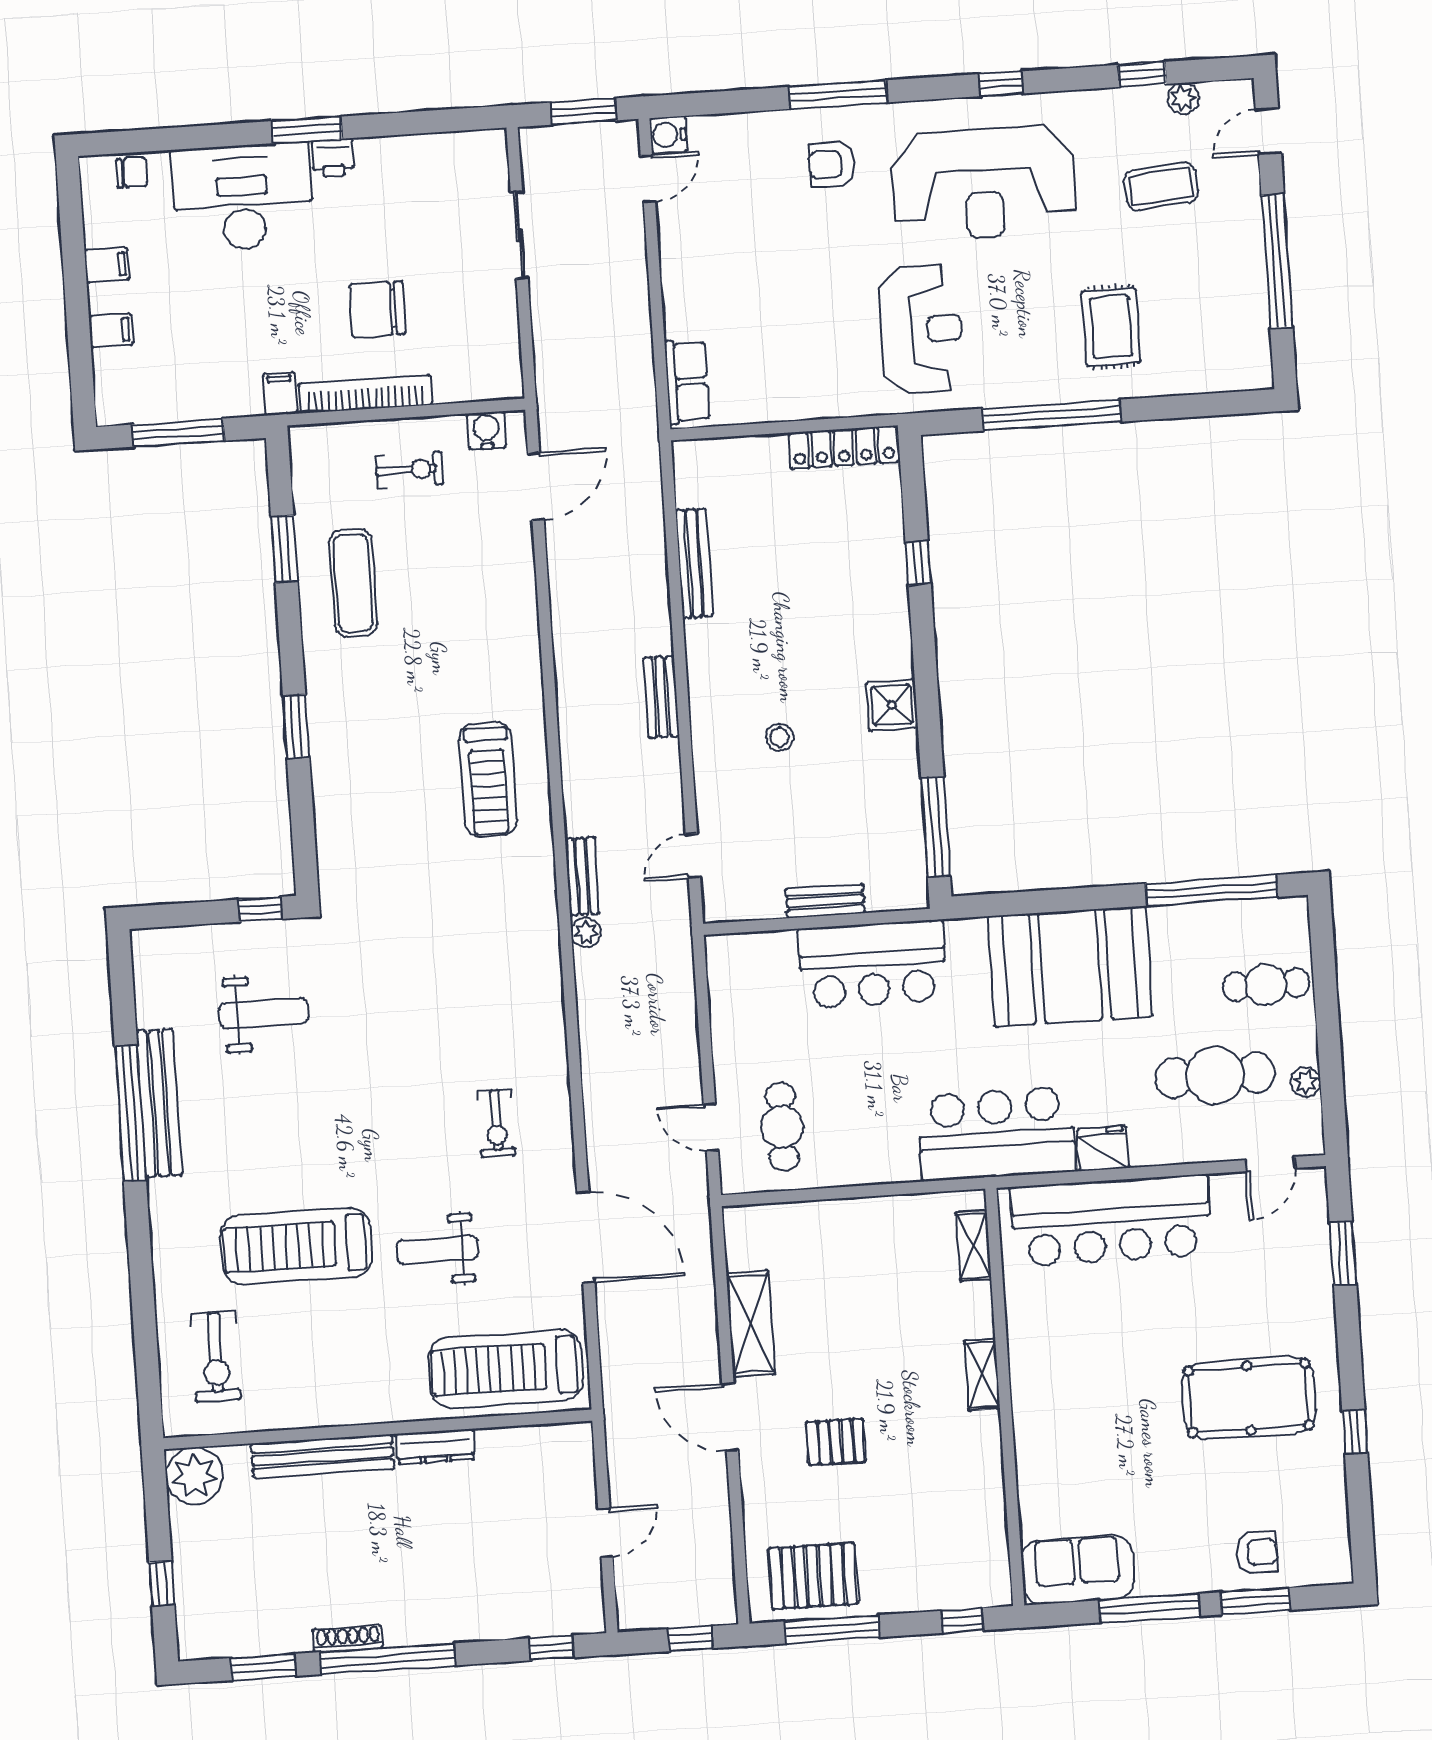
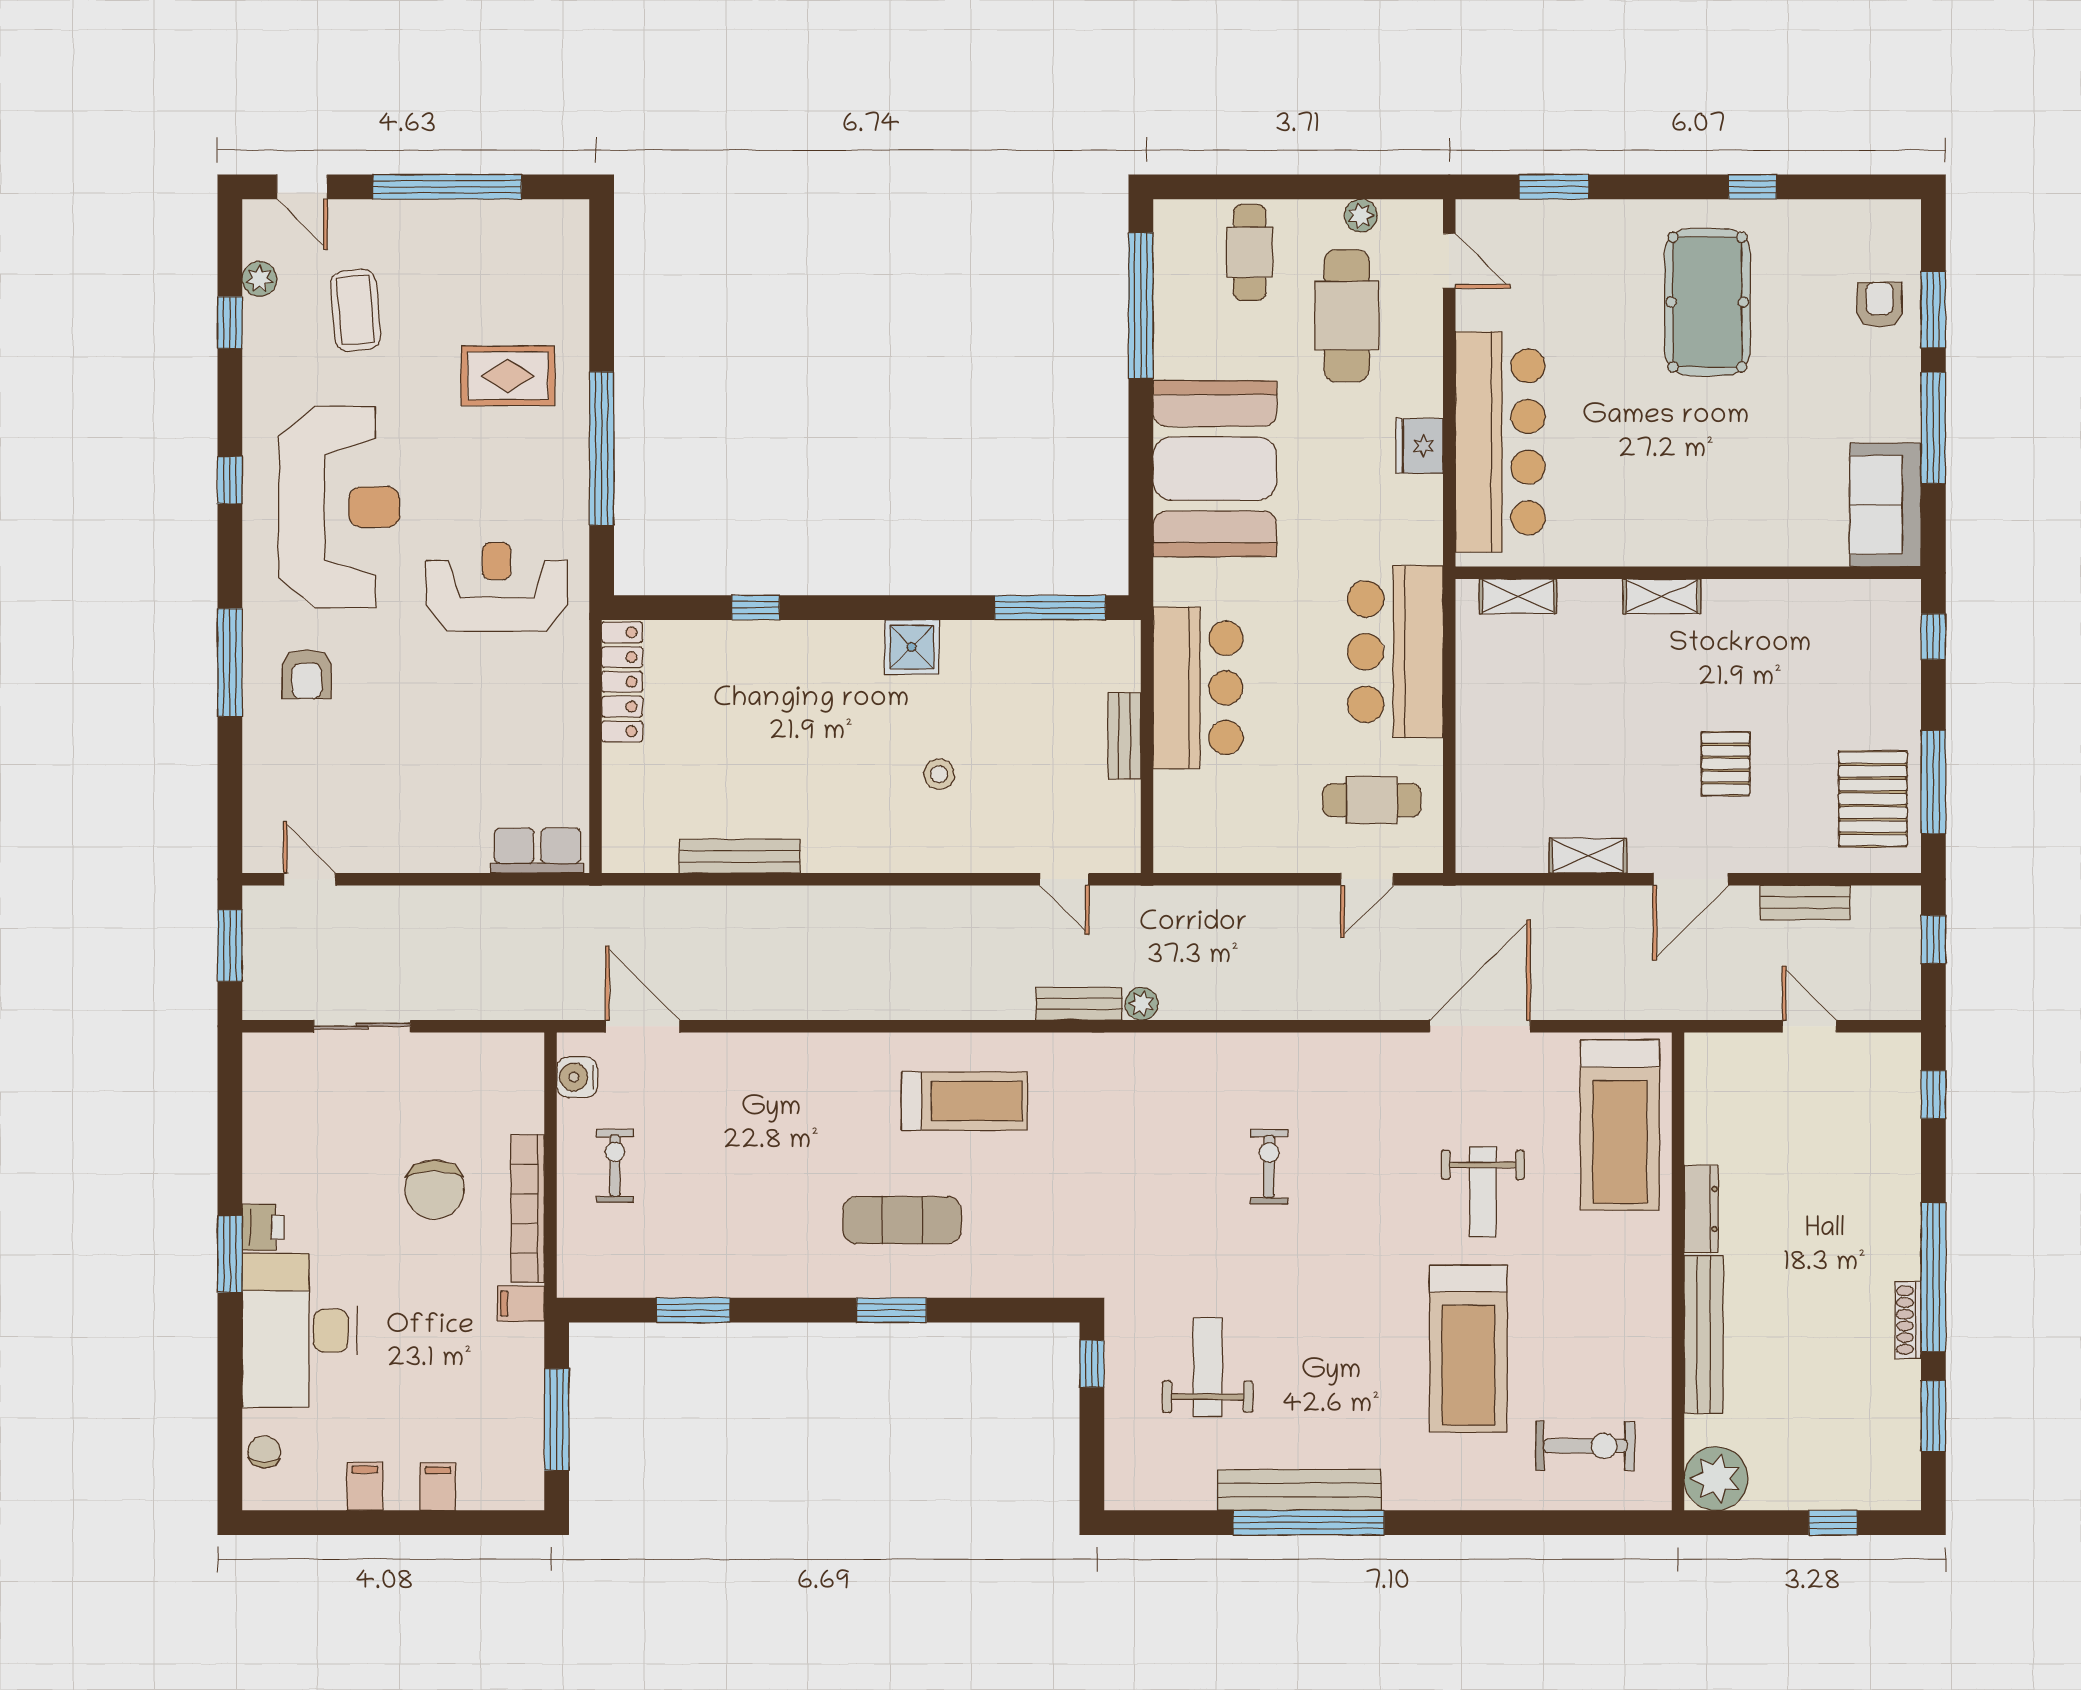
water cooler: (668, 135) -> (262, 853), removed
exercise mat: (353, 583) -> (902, 1220), moved
bench: (661, 697) -> (1805, 903), moved
exercise bike: (496, 1123) -> (1269, 1167), moved, turned -90
bar counter: (997, 1134) -> (1395, 652), moved
shelving: (750, 1324) -> (1588, 856), width x0.67, depth x0.75

